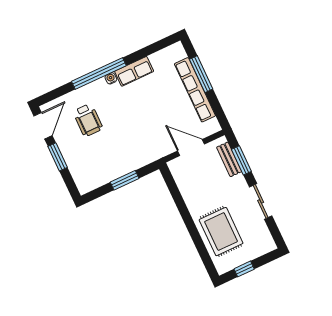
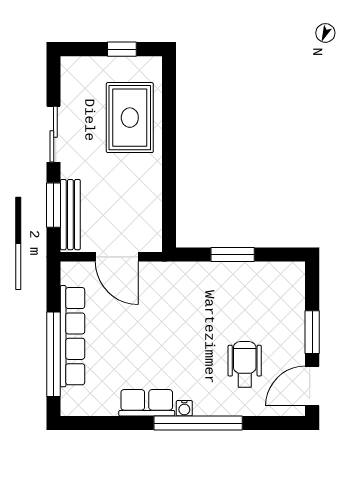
window: (201, 74) -> (54, 354), width x1.46
bench: (229, 159) -> (70, 215), width x1.36

